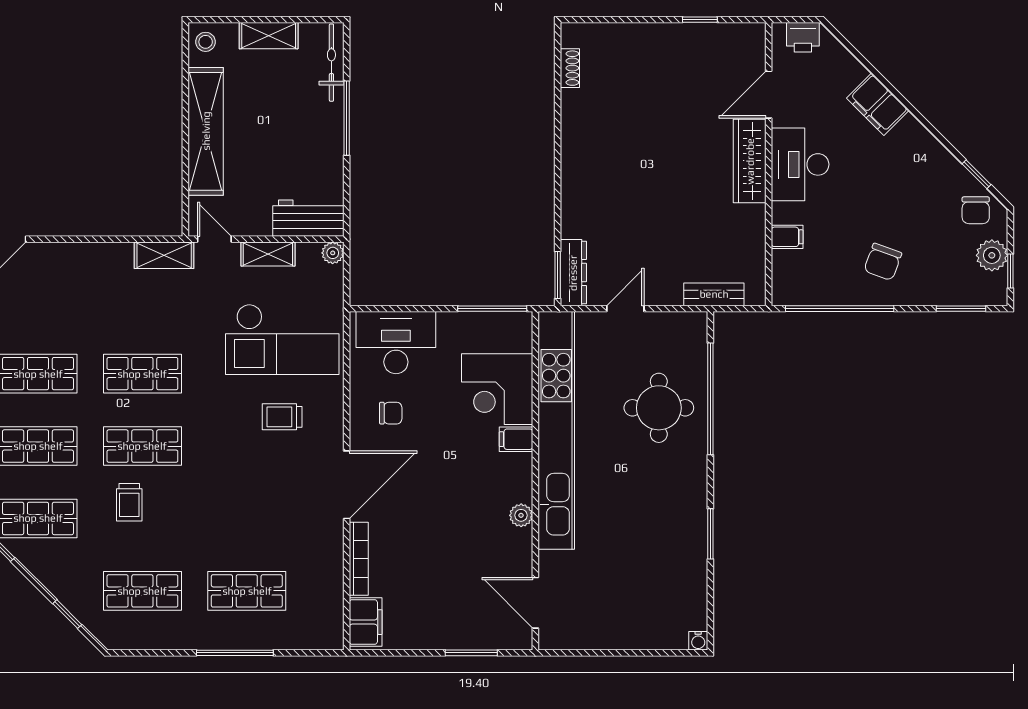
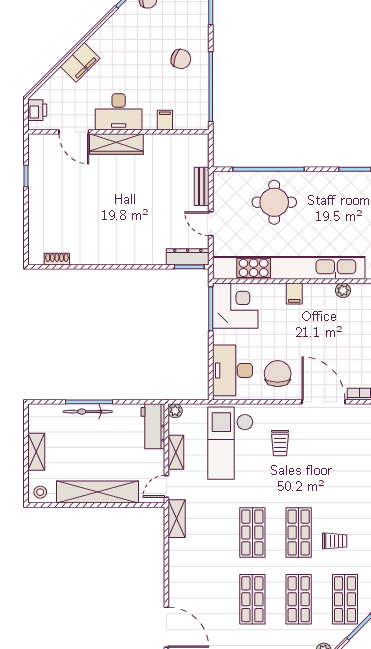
bicycle: (331, 63) -> (88, 412), moved
bench: (714, 294) -> (202, 186), moved
checkout: (282, 339) -> (230, 443), turned 180
corner desk: (497, 389) -> (235, 306), moved, turned -90
chair: (391, 413) -> (278, 374), width x1.87, depth x1.87

